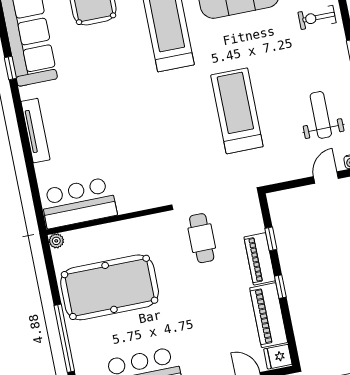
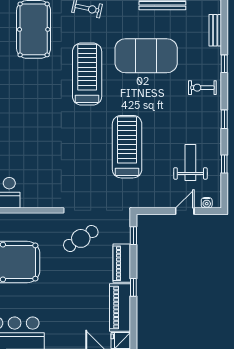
cafe table: (202, 238) -> (81, 238), turned 58
window: (271, 239) -> (133, 236), moved

